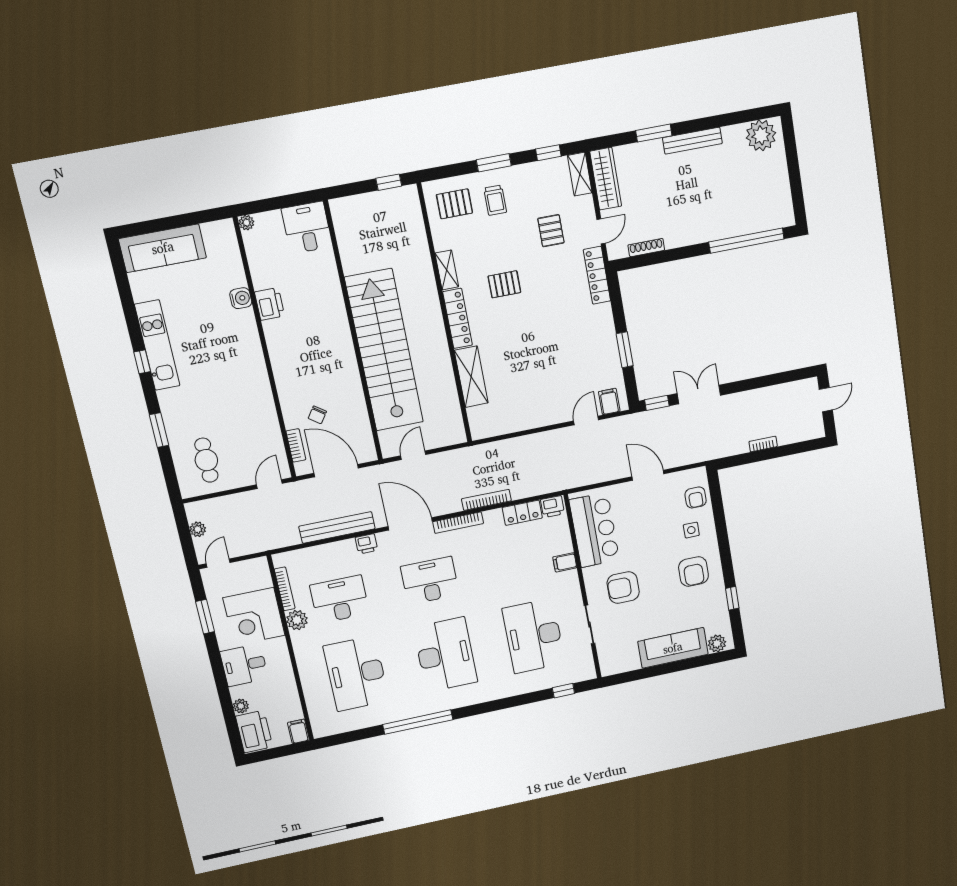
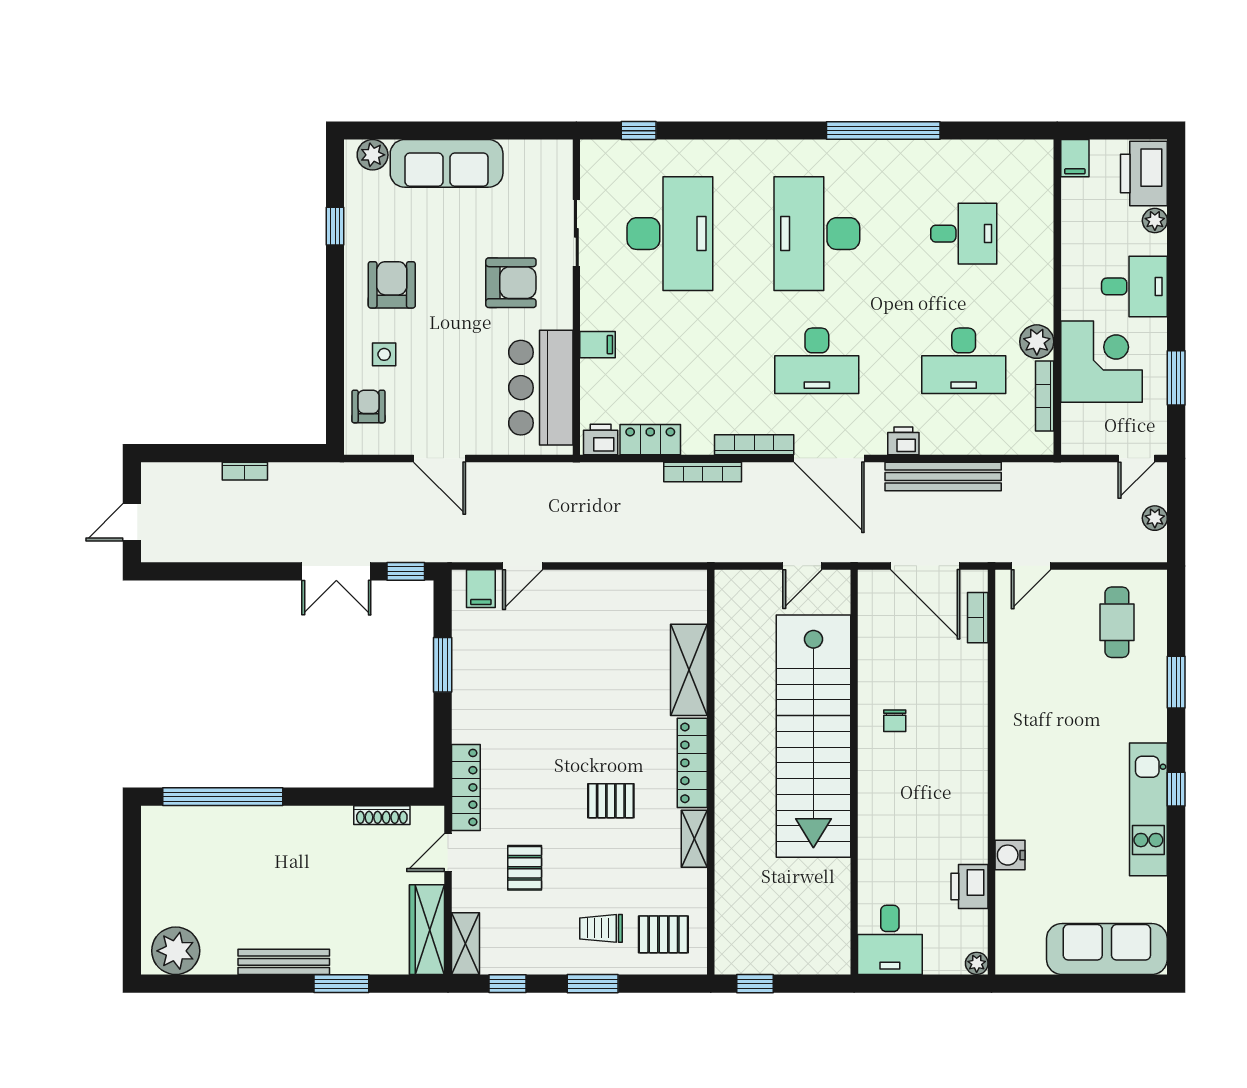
trolley: (495, 200) -> (601, 928), turned -90
printer: (270, 304) -> (970, 887), moved
chair: (317, 415) -> (895, 721), moved, turned 145
desk: (356, 674) -> (964, 234), width x0.53, depth x0.77

